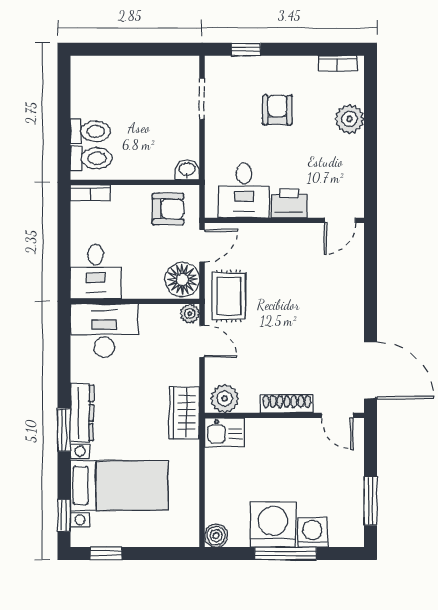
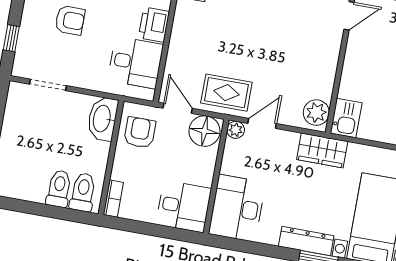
armchair: (277, 110) -> (70, 20), turned 180
washbasin: (187, 170) -> (103, 119), width x1.91, depth x1.45
shoe rack: (287, 404) -> (331, 58), removed

